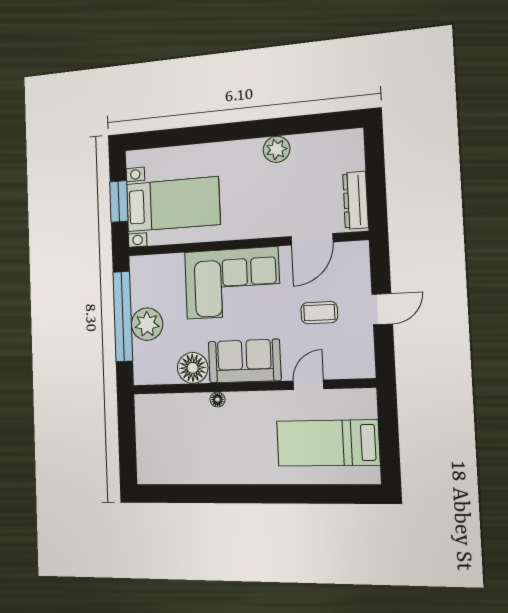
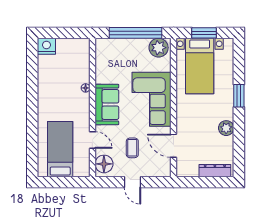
window: (220, 133) -> (239, 96), added
dresser: (356, 200) -> (215, 171), moved
plant: (147, 324) -> (159, 48), moved
floor lamp: (193, 368) -> (104, 164), moved
nightstand: (150, 469) -> (46, 46), added

